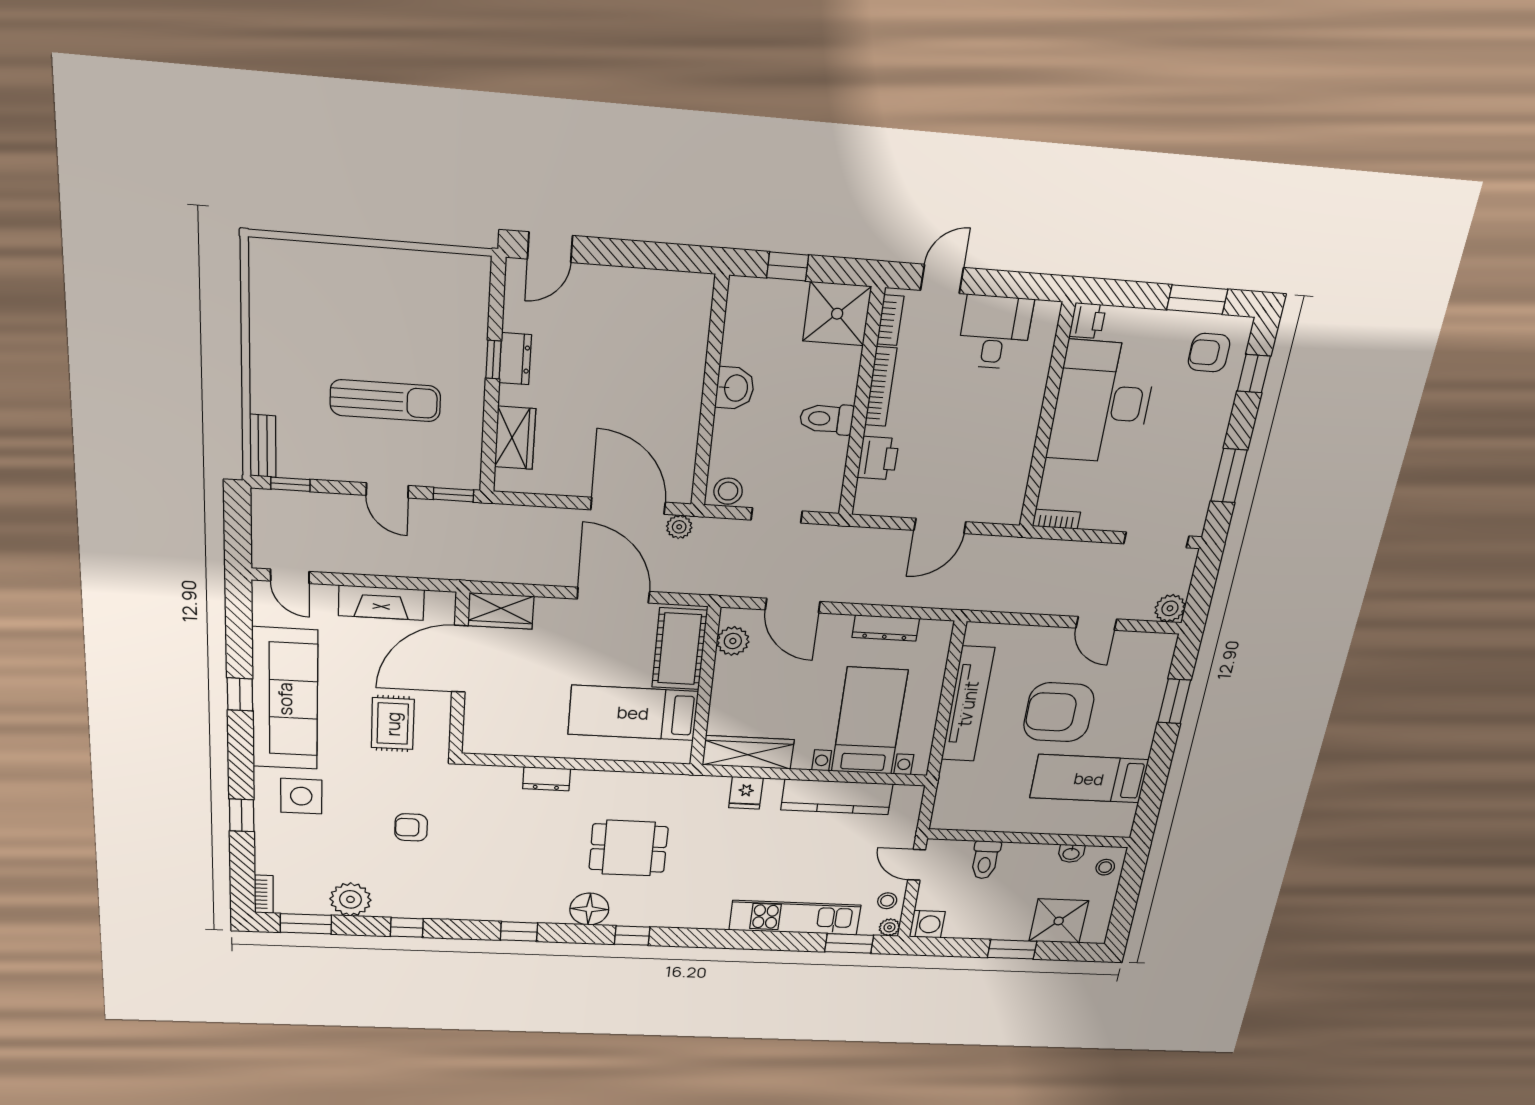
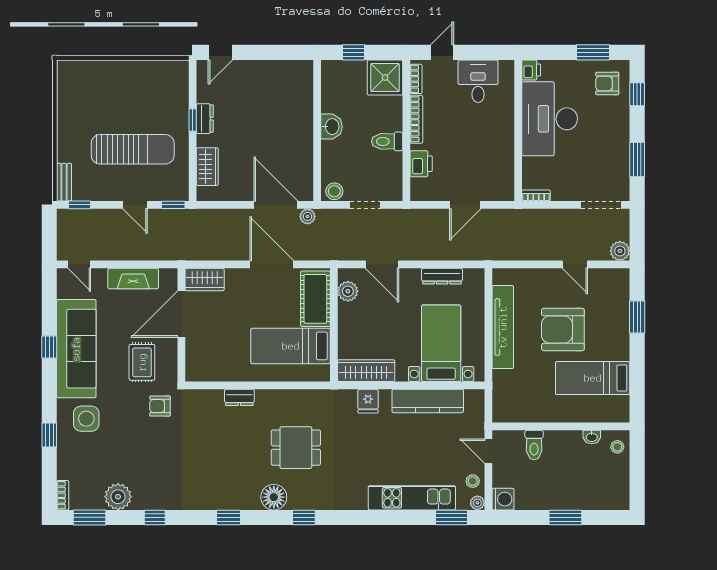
sun lounger: (385, 401) -> (133, 149), width x1.36, depth x1.34
armchair: (411, 827) -> (160, 406), moved
shower: (1059, 921) -> (594, 492), removed

